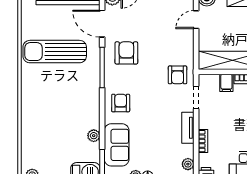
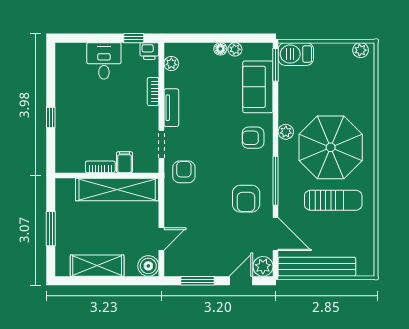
sun lounger: (55, 52) -> (333, 200), width x0.73, depth x0.75
parasol: (57, 95) -> (331, 147), added
armchair: (121, 103) -> (253, 138), turned 90
plant: (94, 136) -> (286, 132), moved

